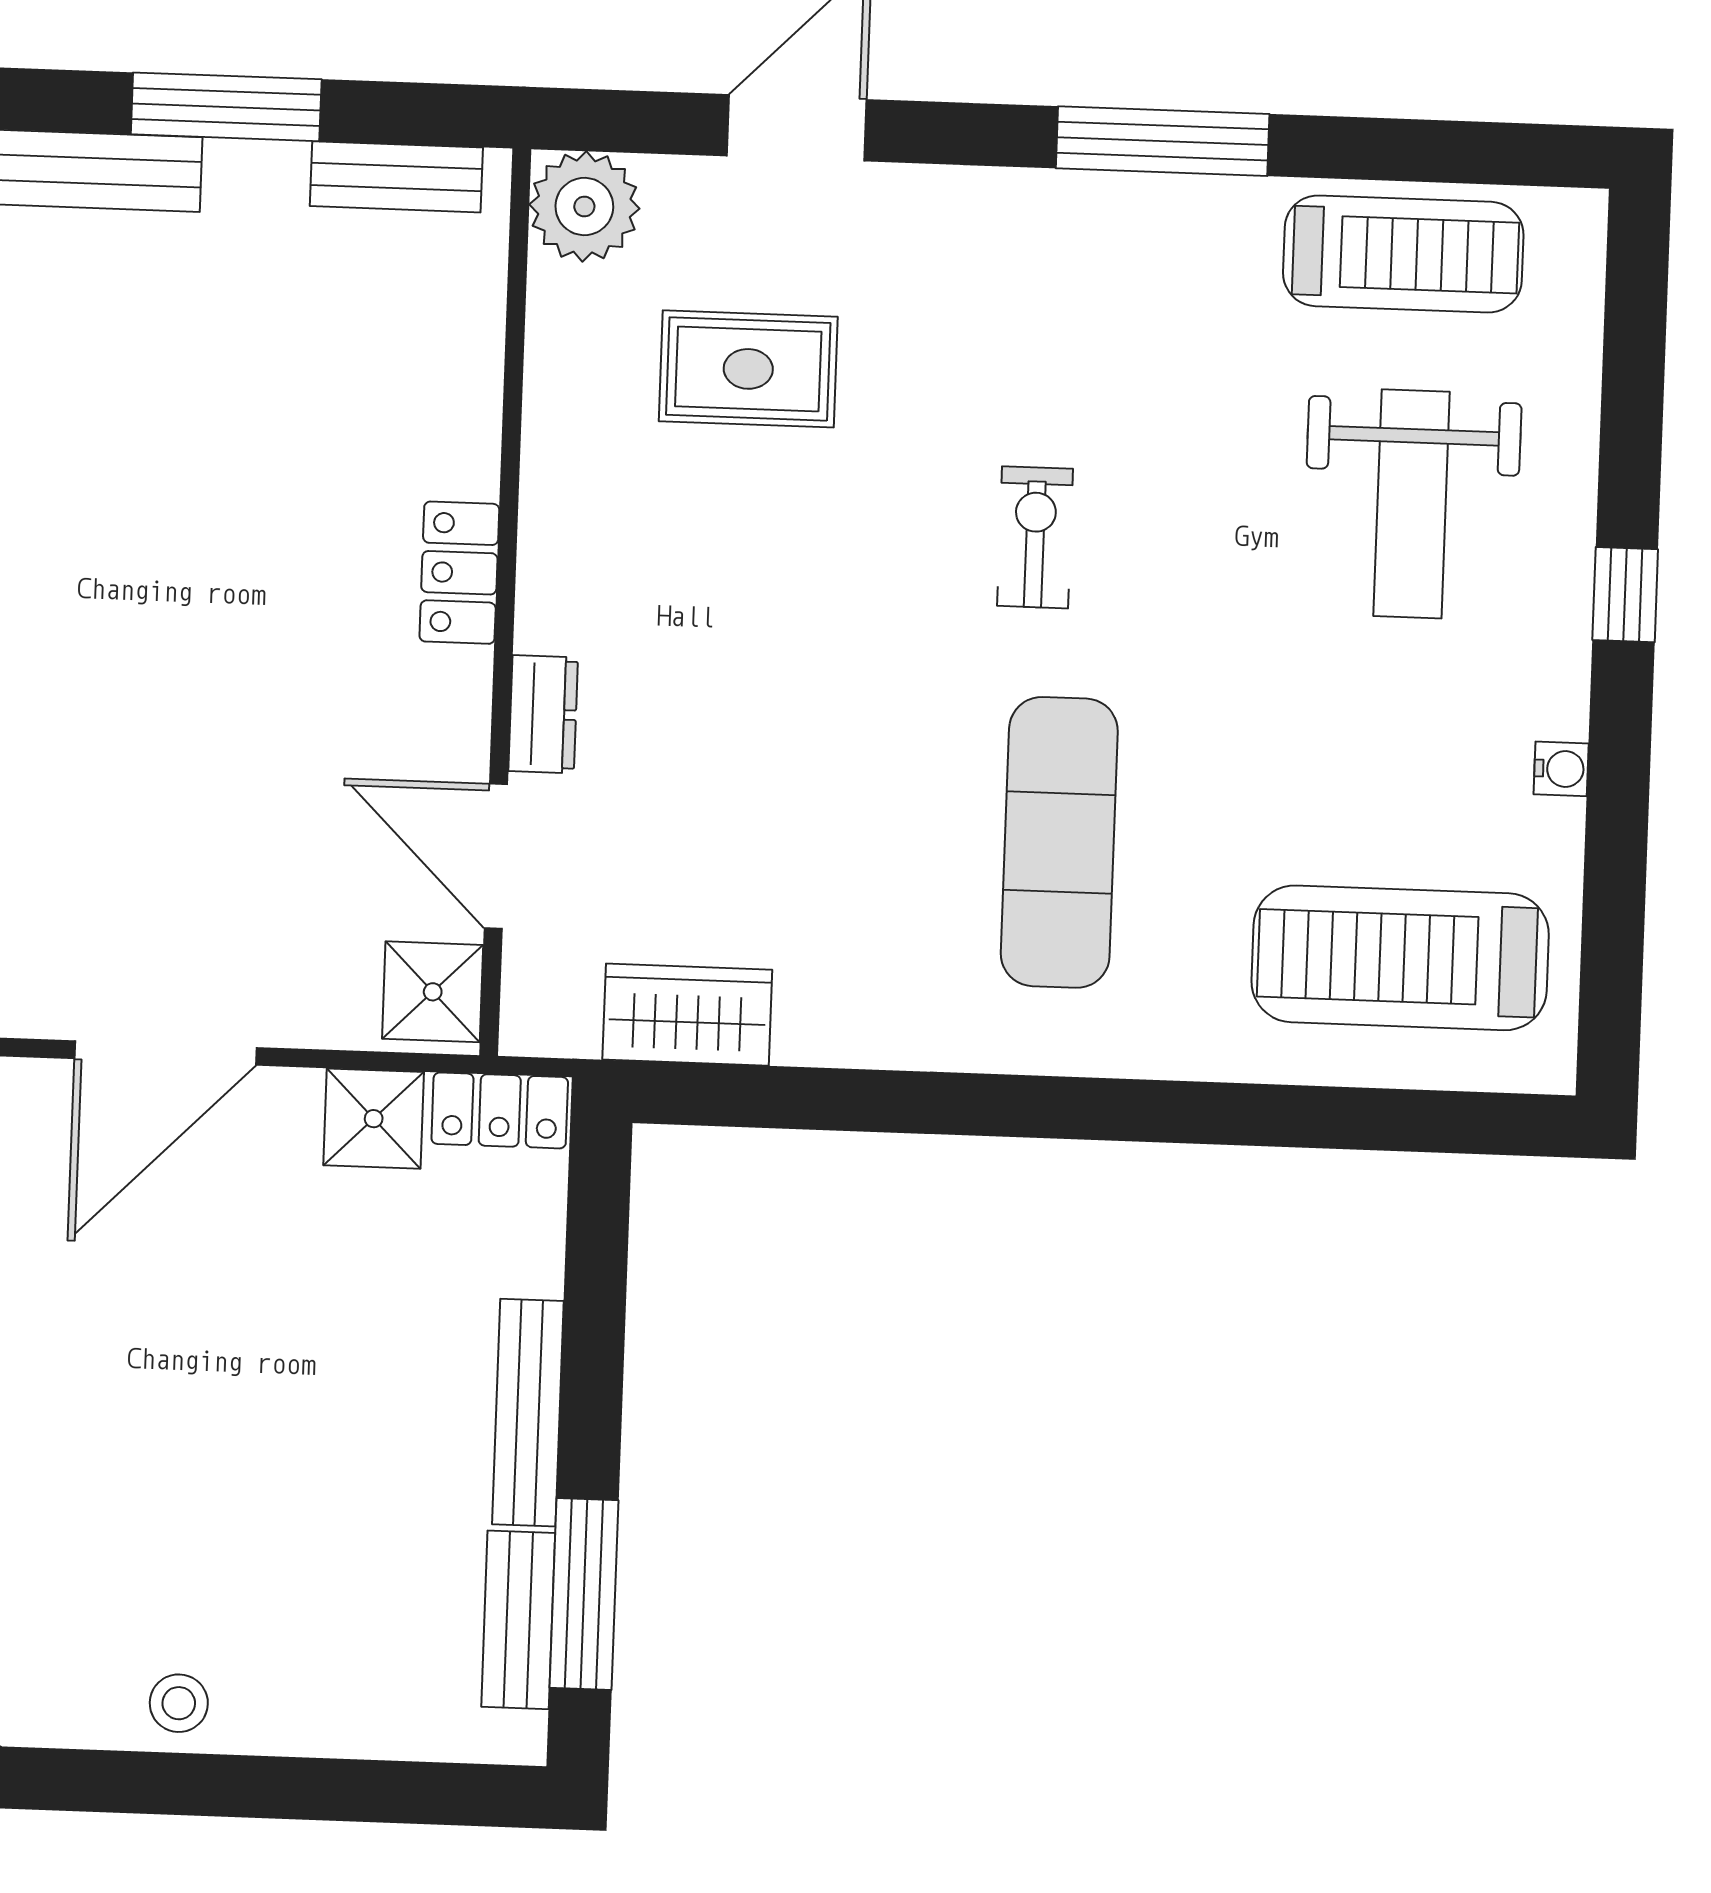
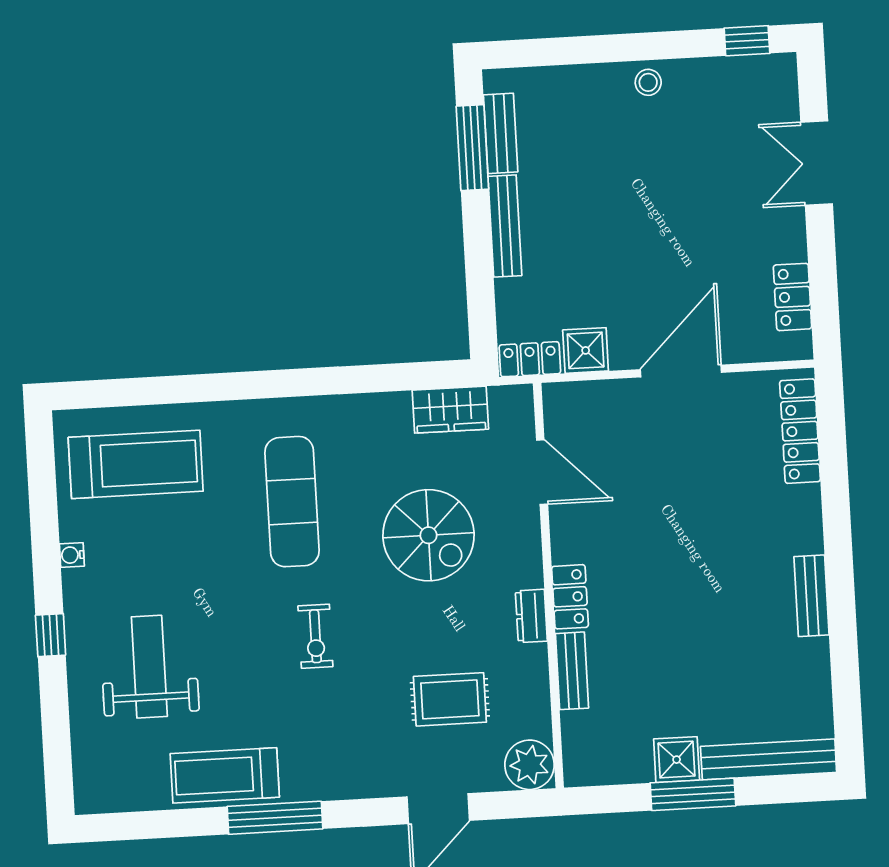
bench: (396, 177) -> (572, 671), moved, turned 90
treadmill: (1403, 254) -> (225, 775), moved
dresser: (543, 714) -> (531, 616), moved
spiral stairs: (762, 739) -> (429, 535), added
shower: (433, 992) -> (677, 760), moved

